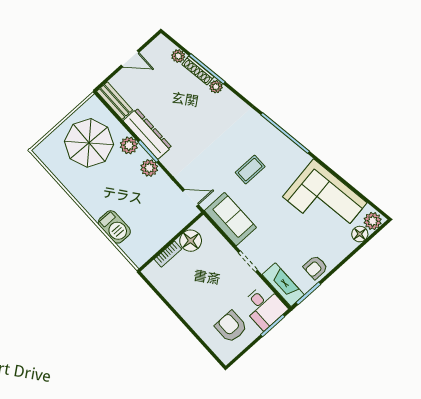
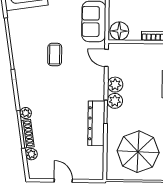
bench: (115, 101) -> (97, 163), removed
plant: (129, 145) -> (115, 85), moved
coffee table: (250, 170) -> (55, 54), moved, turned 90
floor lamp: (191, 241) -> (119, 31), moved

